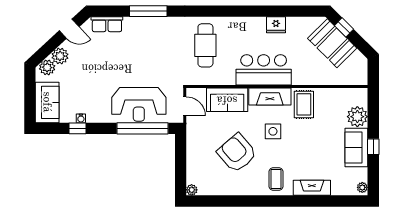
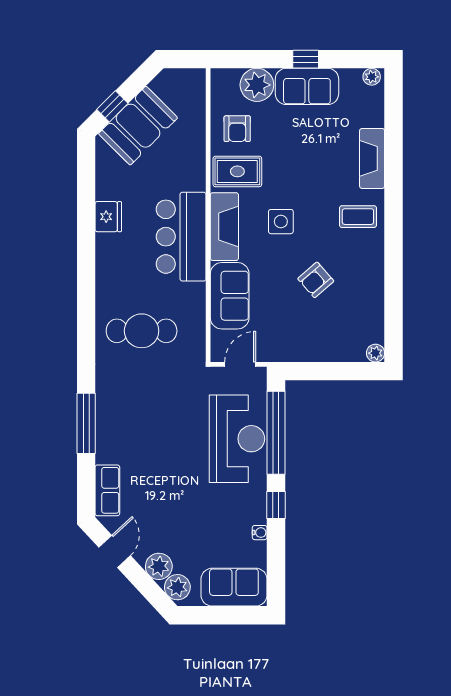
armchair: (330, 104) -> (237, 129), added
window: (78, 128) -> (276, 505), moved
armchair: (237, 153) -> (316, 280), width x0.53, depth x0.53

